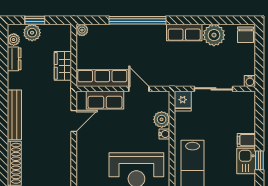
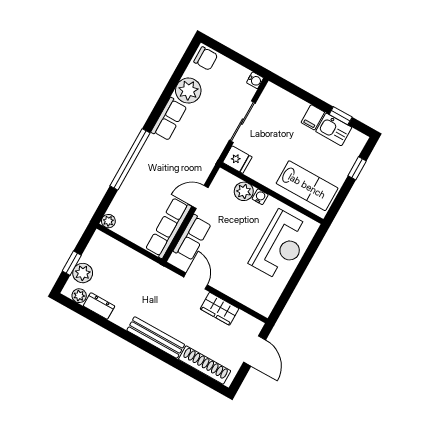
wardrobe: (63, 66) -> (220, 309), moved

